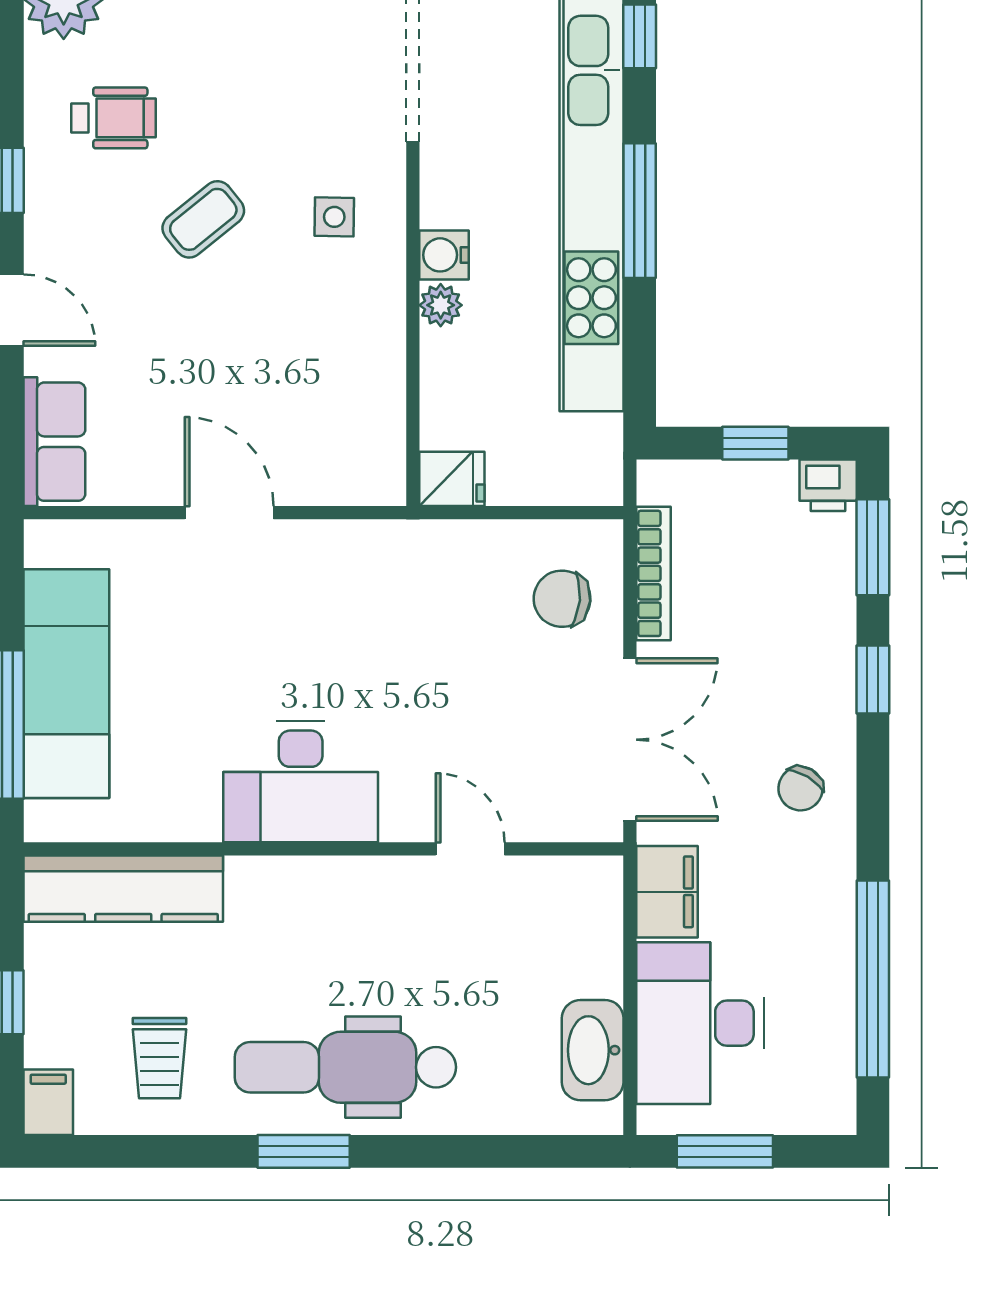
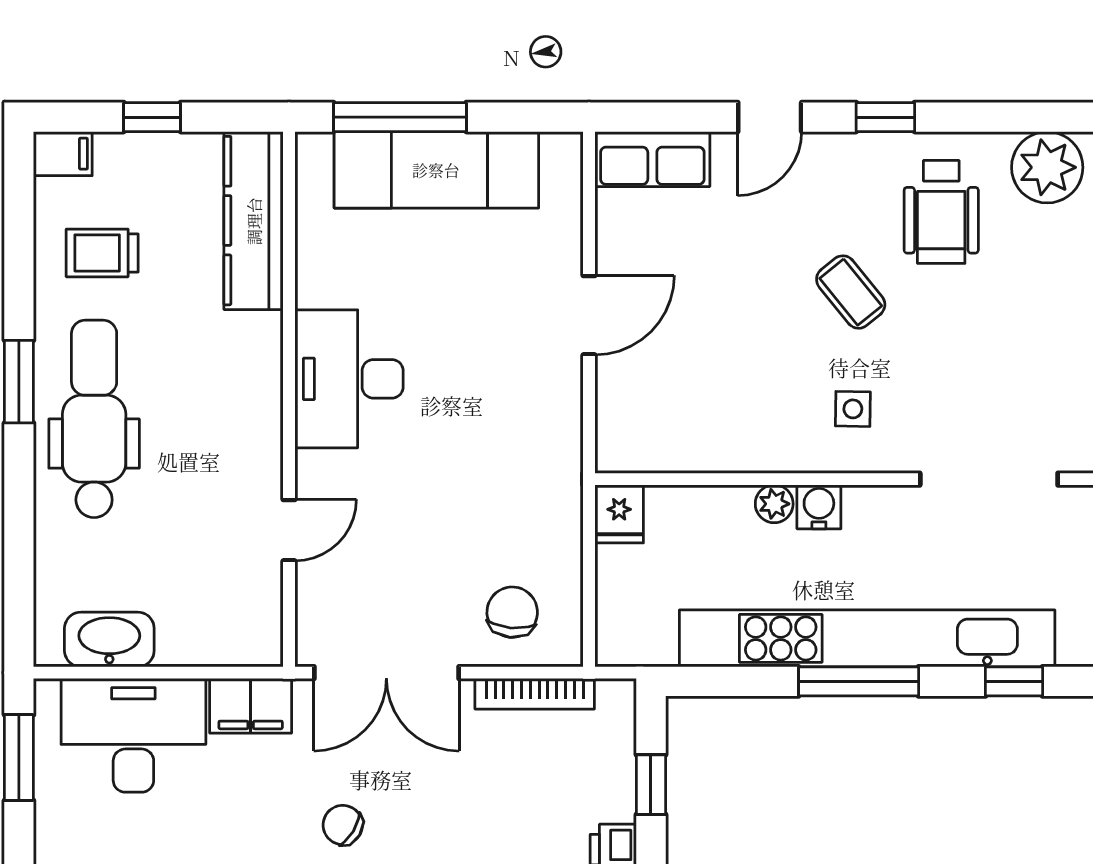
wheelchair: (114, 118) -> (941, 212), width x1.36, depth x1.37

